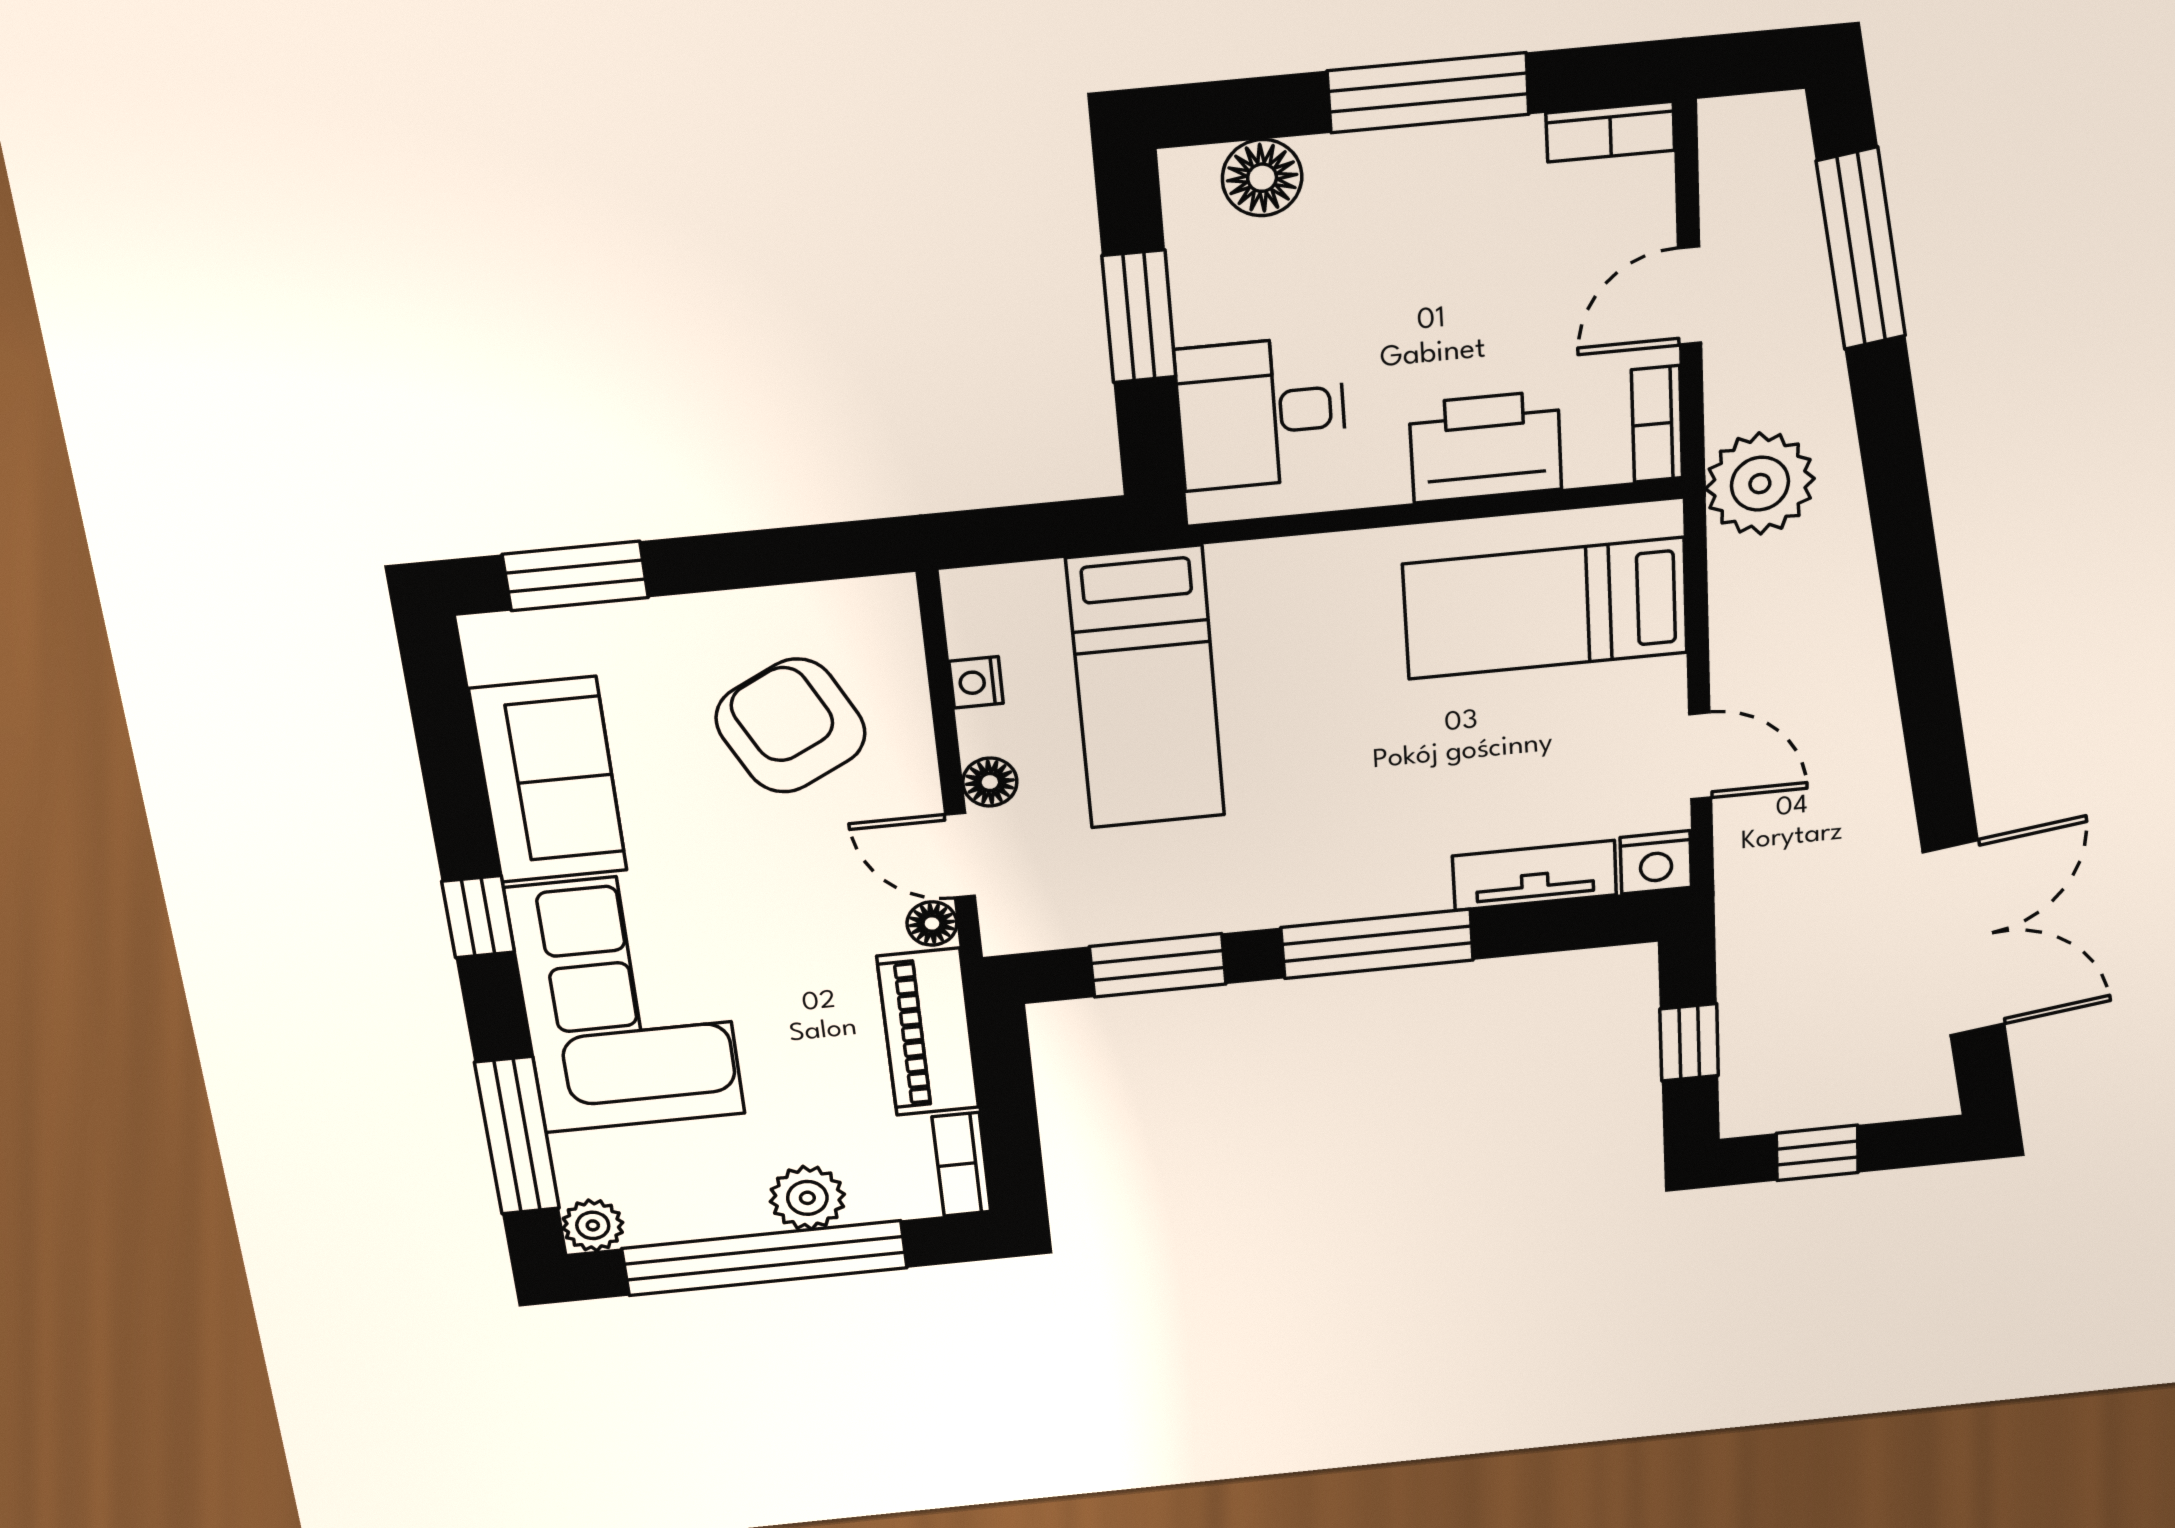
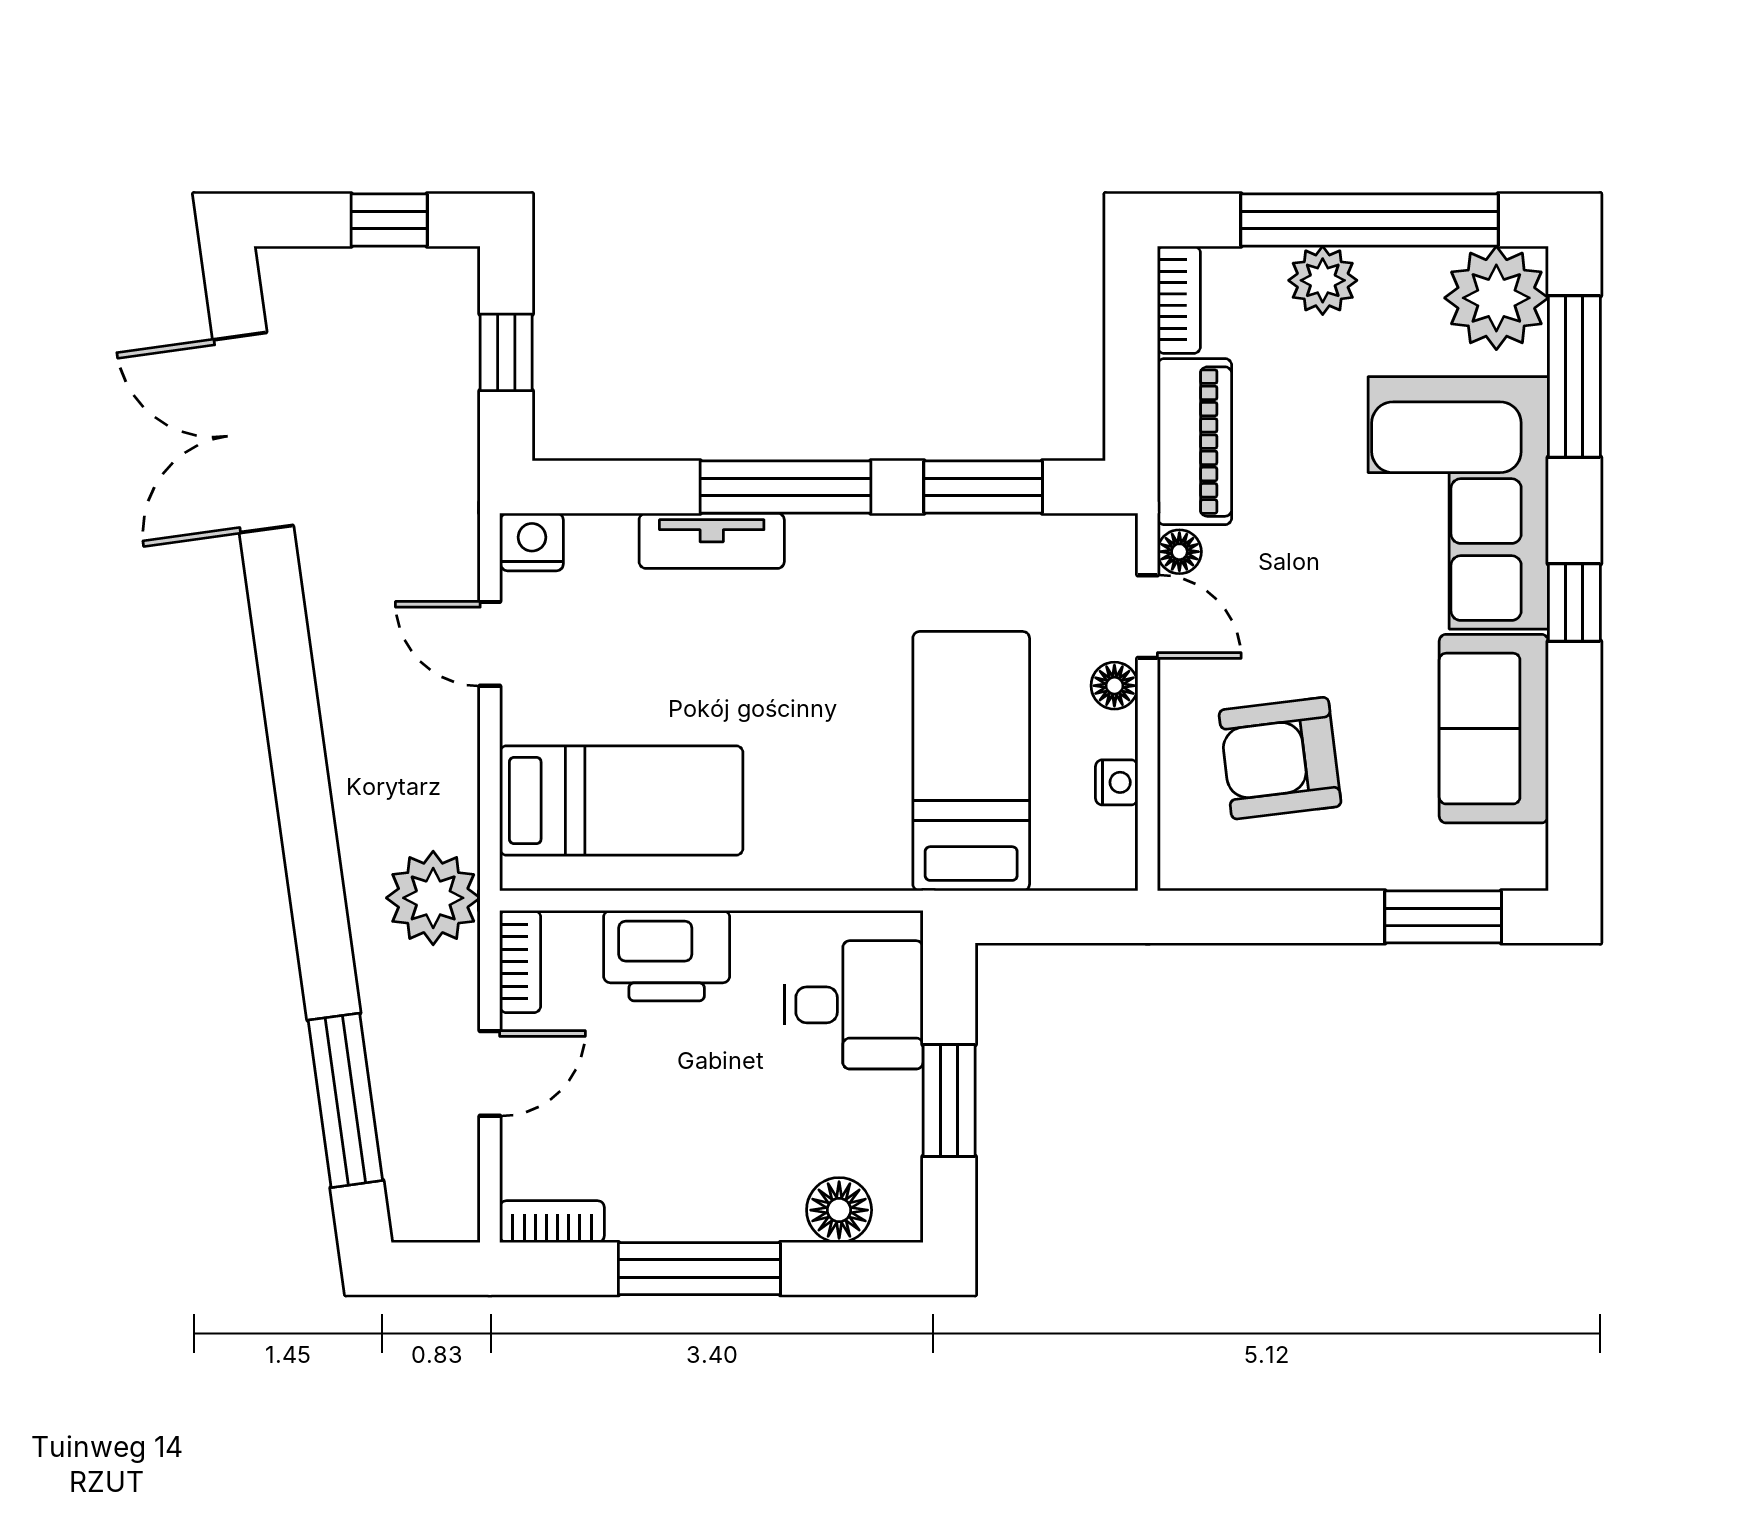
armchair: (791, 726) -> (1280, 758), turned 110
tv unit: (1535, 875) -> (712, 541), moved
plant: (593, 1225) -> (1496, 298), width x1.87, depth x1.87

